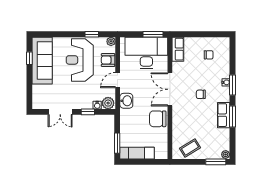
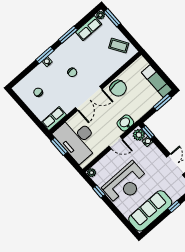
window: (29, 58) -> (174, 206), moved
armchair: (108, 60) -> (107, 163), removed
window: (88, 112) -> (148, 132), moved
row of seats: (224, 115) -> (89, 28), moved

